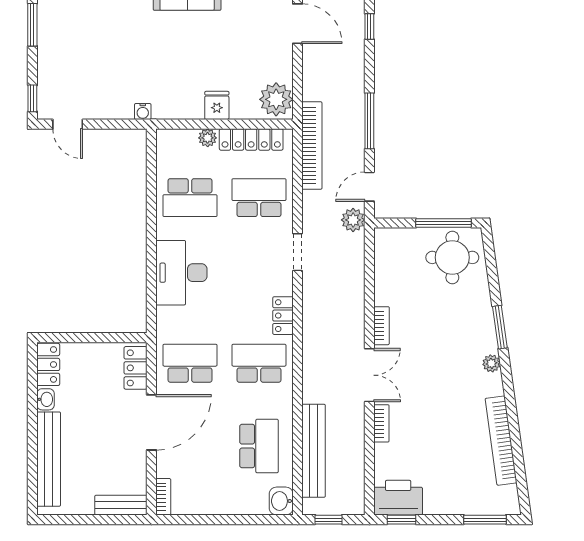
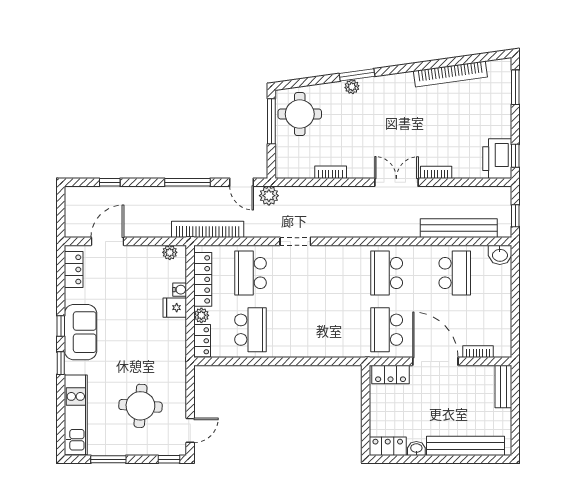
round table: (97, 64) -> (140, 406), added
plant: (276, 99) -> (170, 252), width x0.53, depth x0.53
water cooler: (143, 111) -> (180, 290), moved
desk: (181, 273) -> (312, 337), removed
locker: (283, 316) -> (202, 341), moved, turned -90
bookcase: (382, 326) -> (331, 172), moved
plant: (491, 363) -> (352, 87), moved
school desk: (259, 446) -> (455, 273), turned 90
bookcase: (163, 497) -> (478, 352), moved

